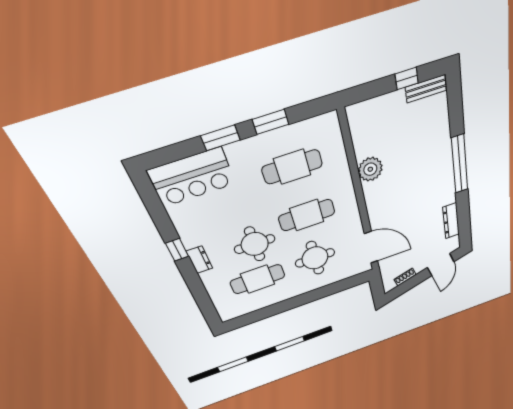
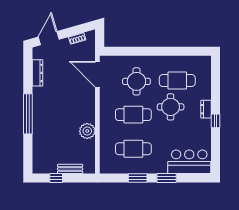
bench: (426, 89) -> (70, 169), moved

